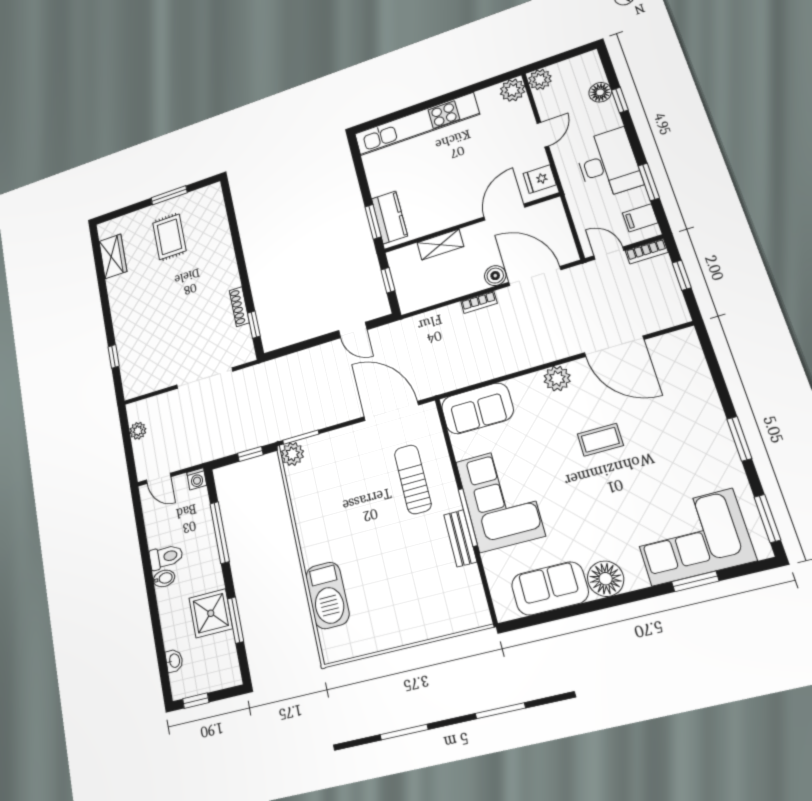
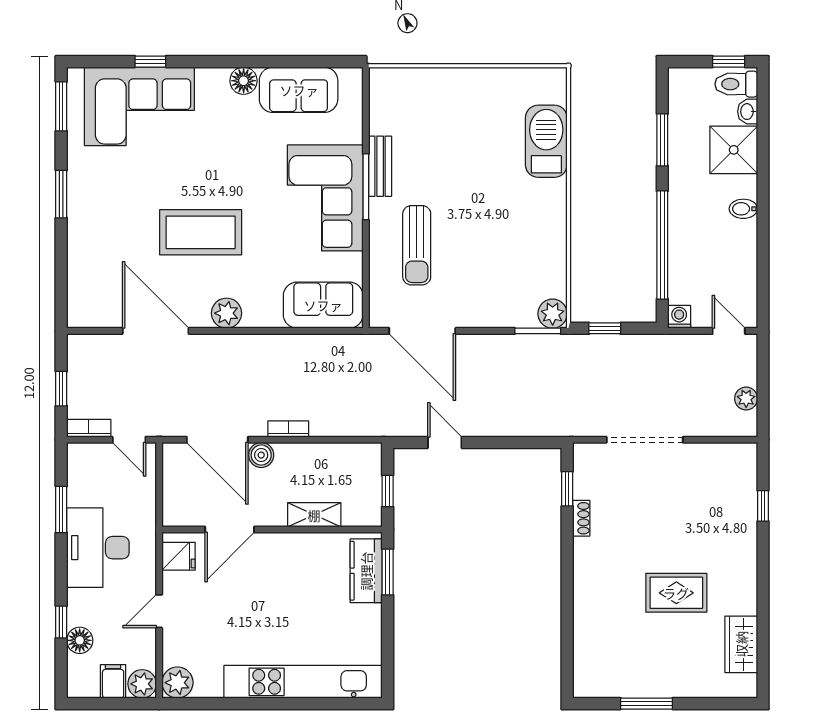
filing cabinet: (640, 218) -> (113, 681), moved, turned -90
rug: (169, 237) -> (676, 593), moved, turned 90
shoe rack: (239, 307) -> (581, 518), width x0.70
coffee table: (600, 440) -> (201, 232), width x1.86, depth x1.72
window: (220, 533) -> (662, 245), width x1.46
toilet: (166, 557) -> (736, 84), moved
floor lamp: (606, 579) -> (244, 81), width x0.73, depth x0.73
window: (695, 581) -> (150, 62), width x0.67
shower: (211, 613) -> (734, 150), moved

